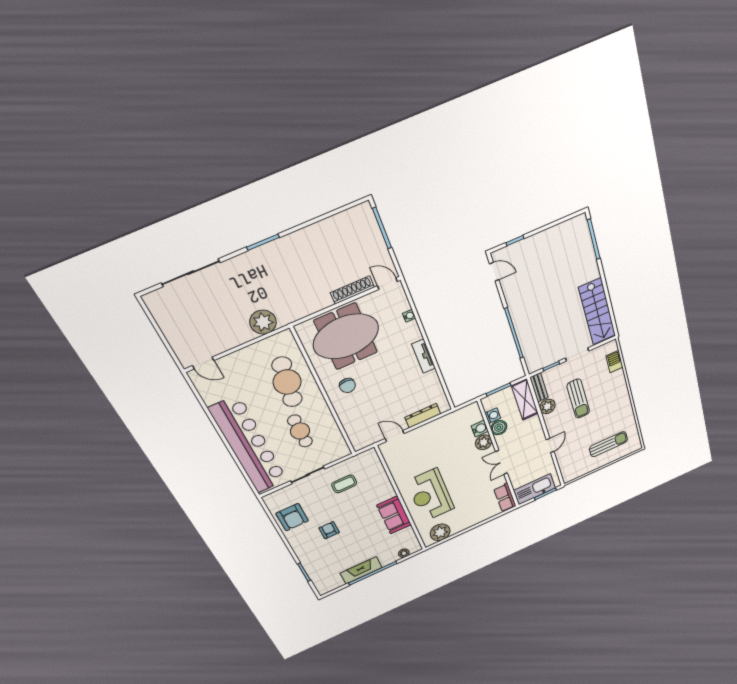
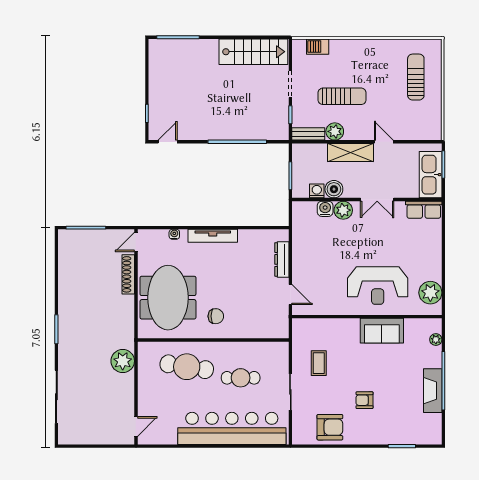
tv unit: (424, 356) -> (213, 236), width x1.41
shelving: (525, 399) -> (350, 153), moved
door: (395, 436) -> (290, 294), swing flipped

